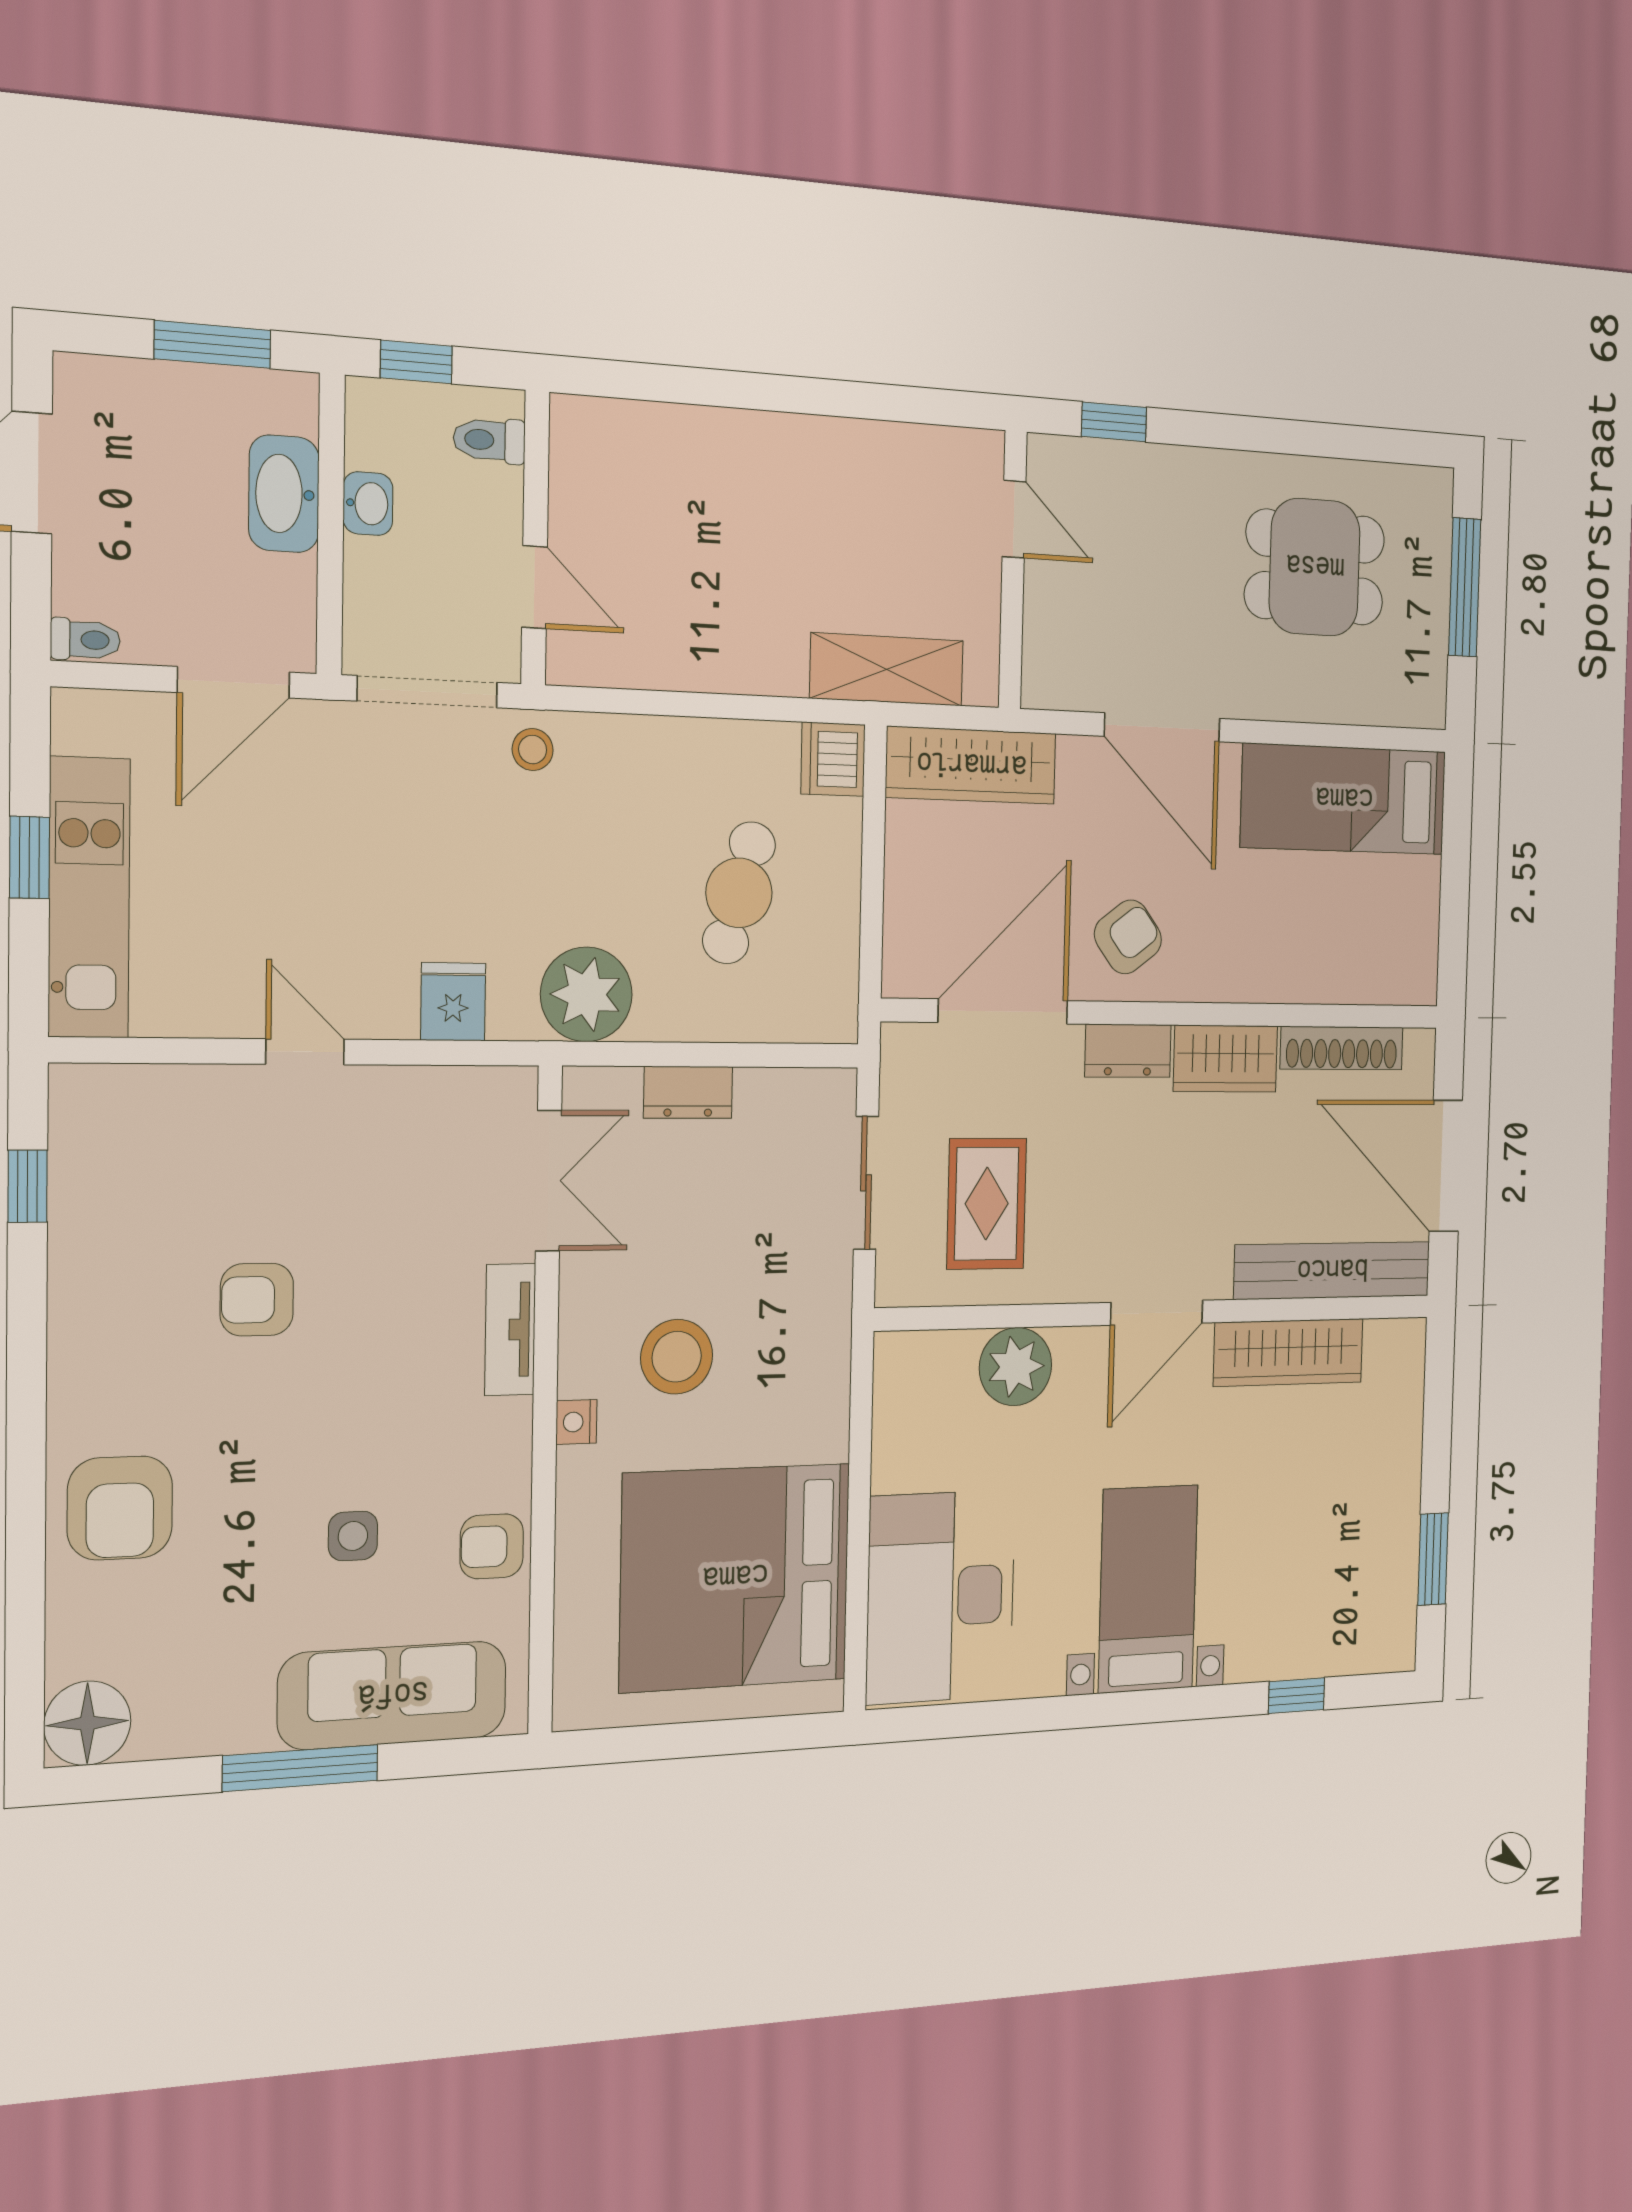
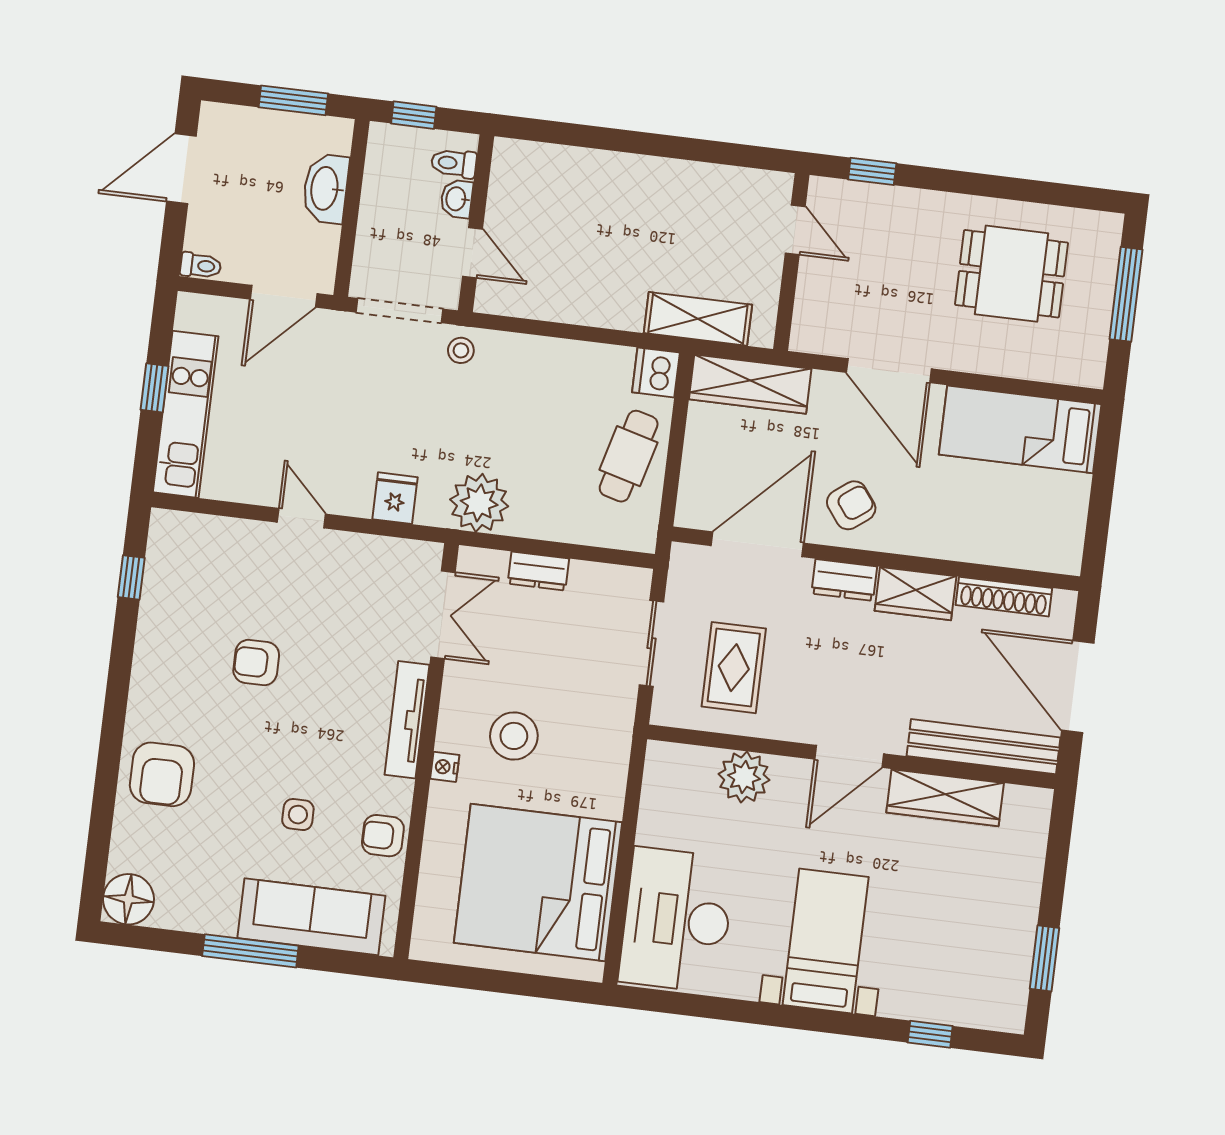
washbasin: (368, 504) -> (457, 199), moved, turned 180
cafe table: (739, 893) -> (629, 456), moved
tv unit: (510, 1330) -> (407, 720), width x1.41

